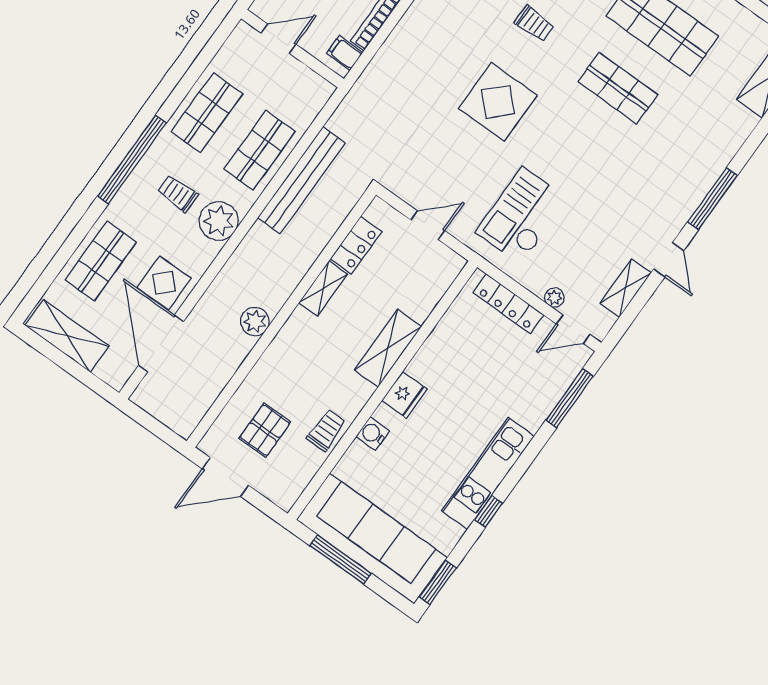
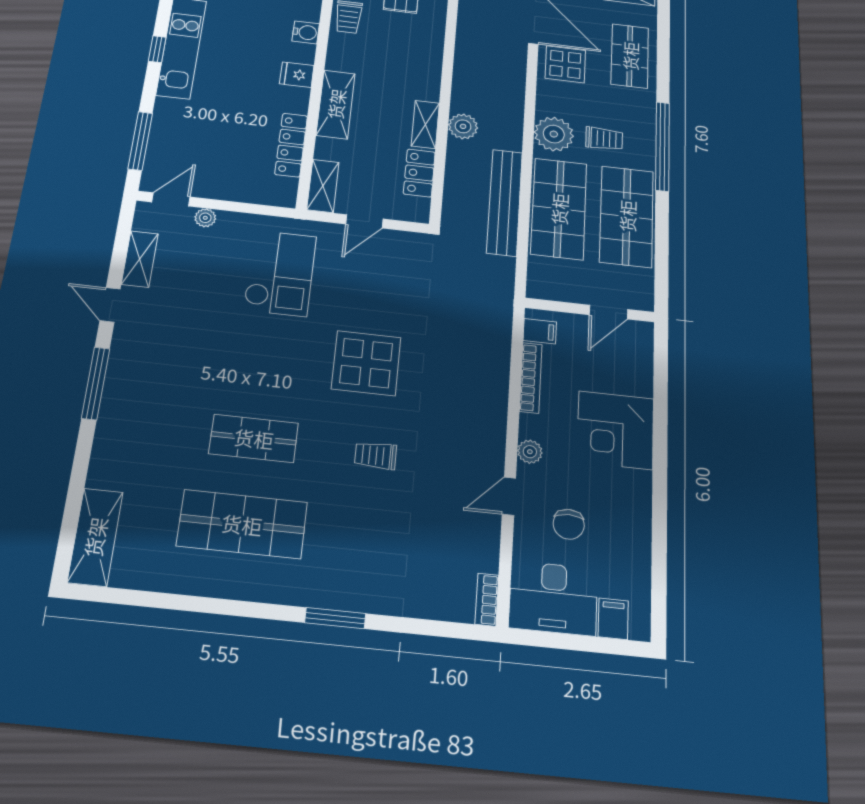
shop shelf: (207, 113) -> (627, 216), width x1.43, depth x1.36
shop shelf: (259, 150) -> (559, 209), width x1.43, depth x1.36
shelving: (443, 276) -> (323, 186), added
locker: (509, 304) -> (291, 145), moved, turned -90
plant: (255, 321) -> (463, 126), moved
fridge: (404, 395) -> (297, 75), width x0.72
window: (489, 511) -> (157, 49), moved

